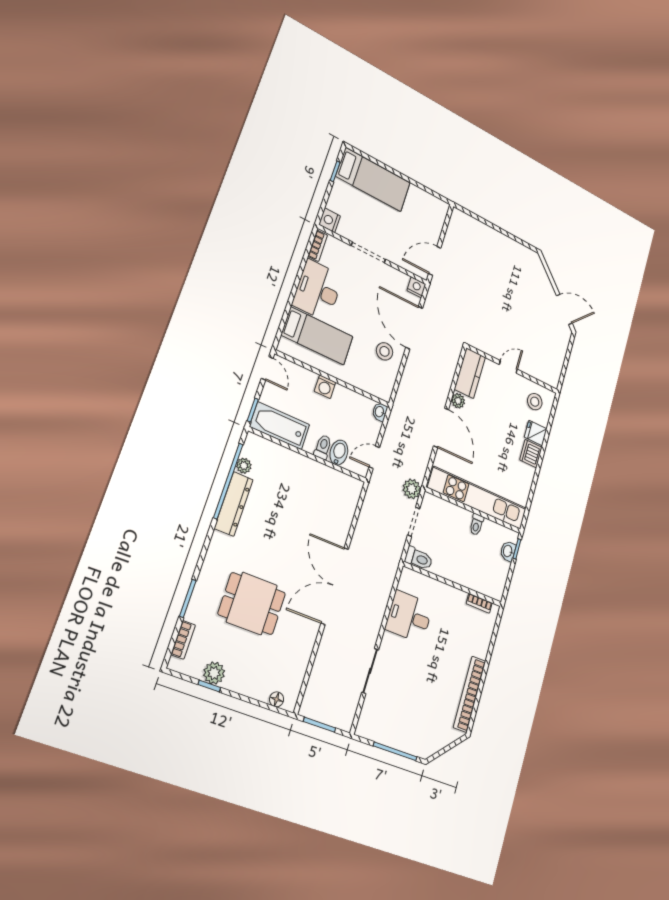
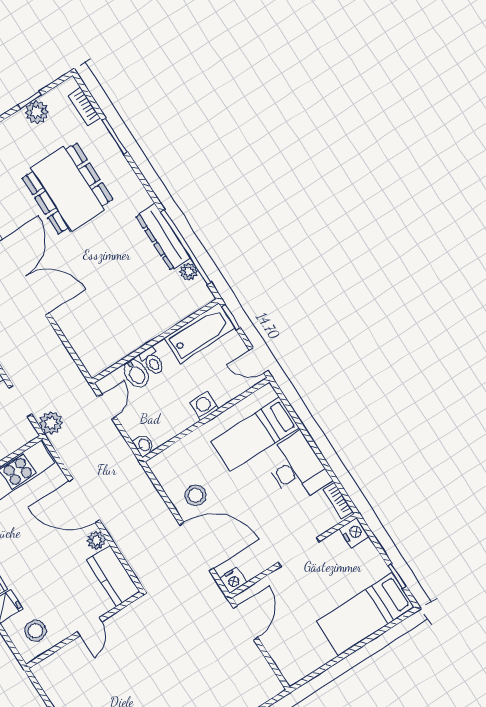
dining table: (252, 604) -> (67, 189), width x1.38

